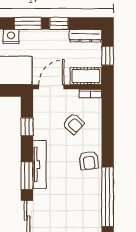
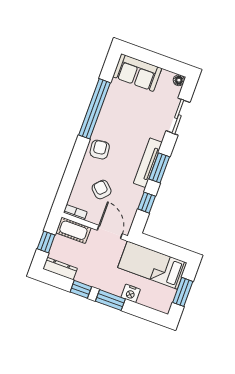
door: (51, 87) -> (110, 232), swing flipped
window: (27, 176) -> (159, 168), moved

